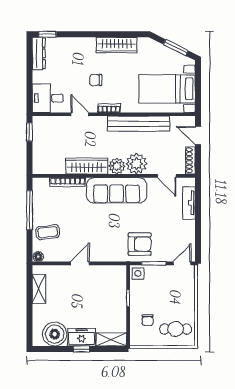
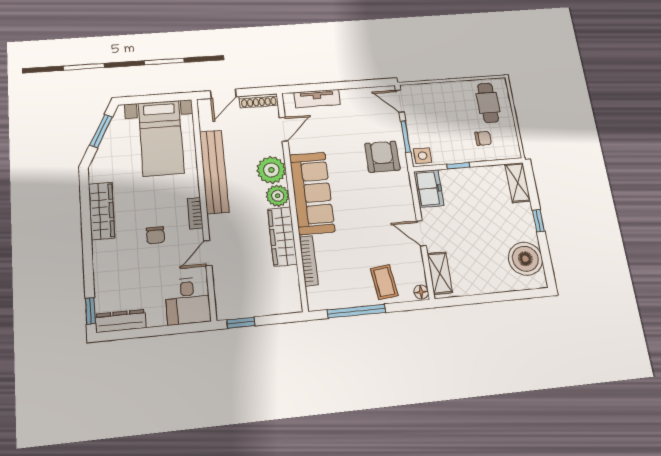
shelving: (39, 289) -> (440, 273), moved, turned 90
freezer: (82, 337) -> (429, 188), moved, turned 180

